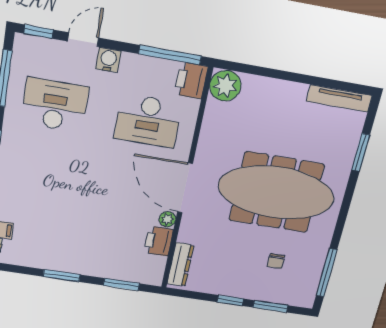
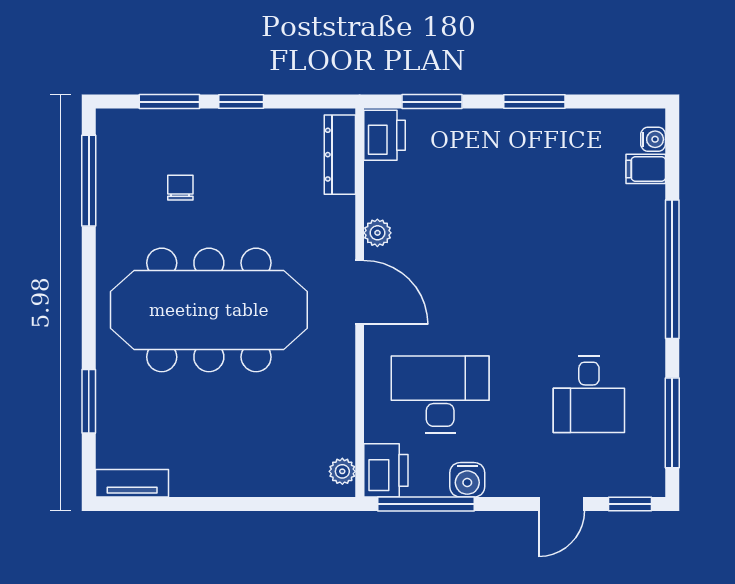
water cooler: (108, 60) -> (467, 480), moved
plant: (225, 86) -> (342, 471), width x0.53, depth x0.53
tv unit: (339, 98) -> (132, 483), width x0.71
desk: (55, 105) -> (589, 394), width x0.73
door: (185, 188) -> (360, 292), width x0.73
printer: (159, 241) -> (384, 135), moved

